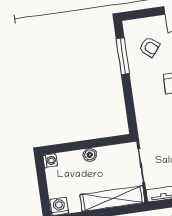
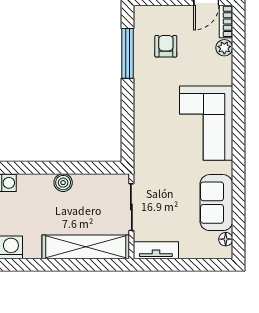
armchair: (149, 47) -> (166, 46), turned -128

